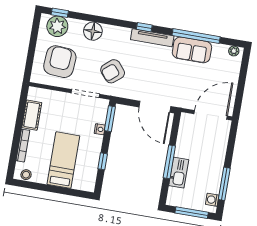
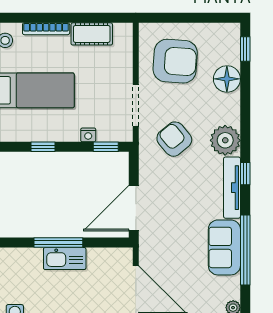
plant: (57, 26) -> (225, 140), moved
floor lamp: (93, 31) -> (227, 79), moved
window: (110, 119) -> (106, 147), width x0.67
kitchen sink: (179, 173) -> (65, 258), moved

